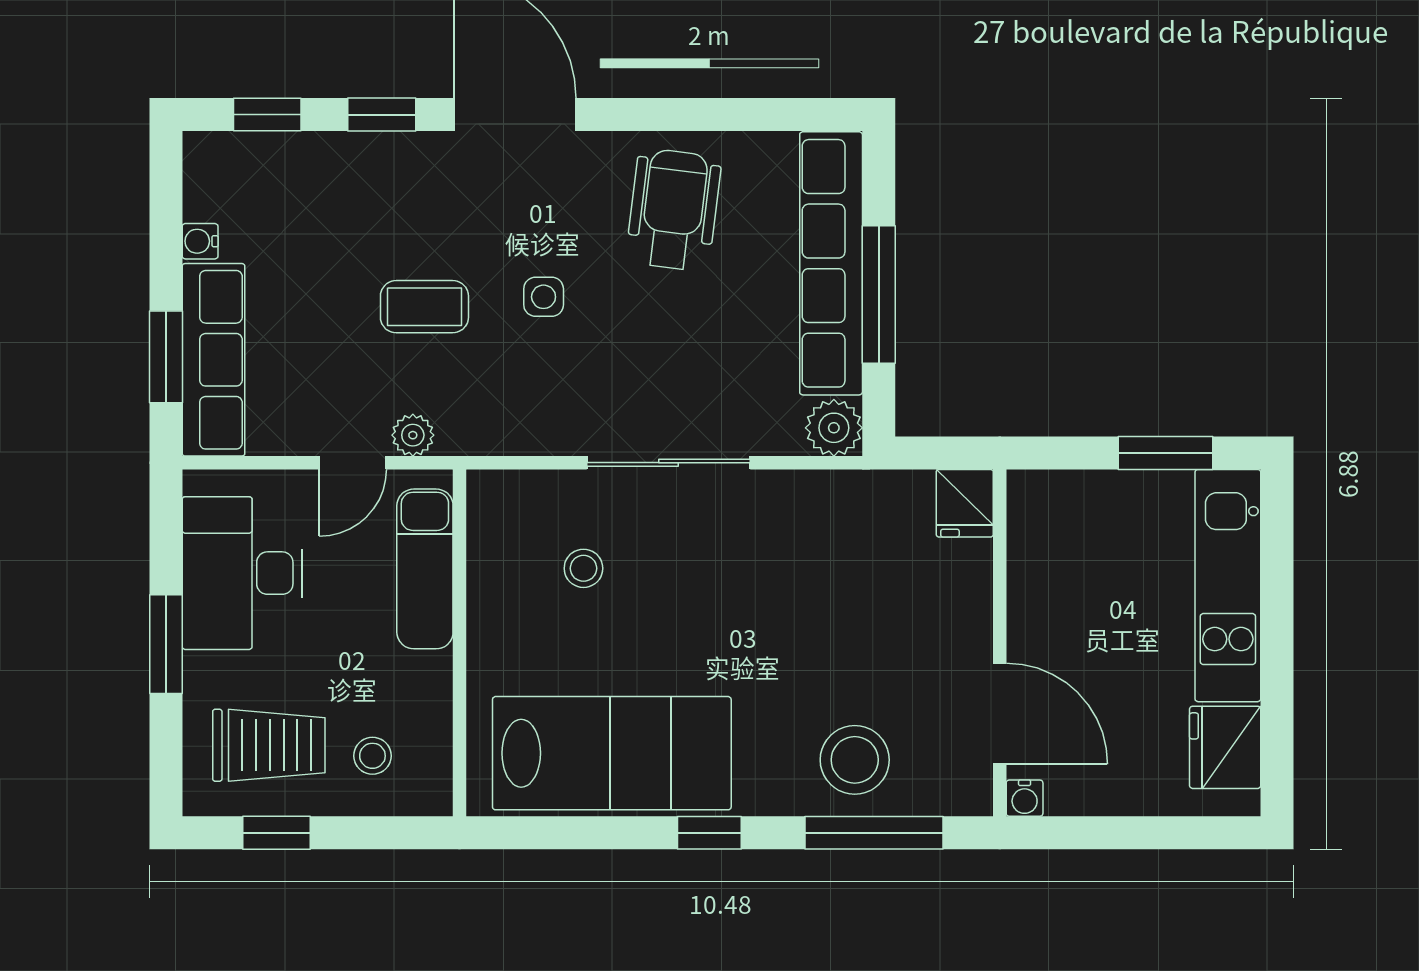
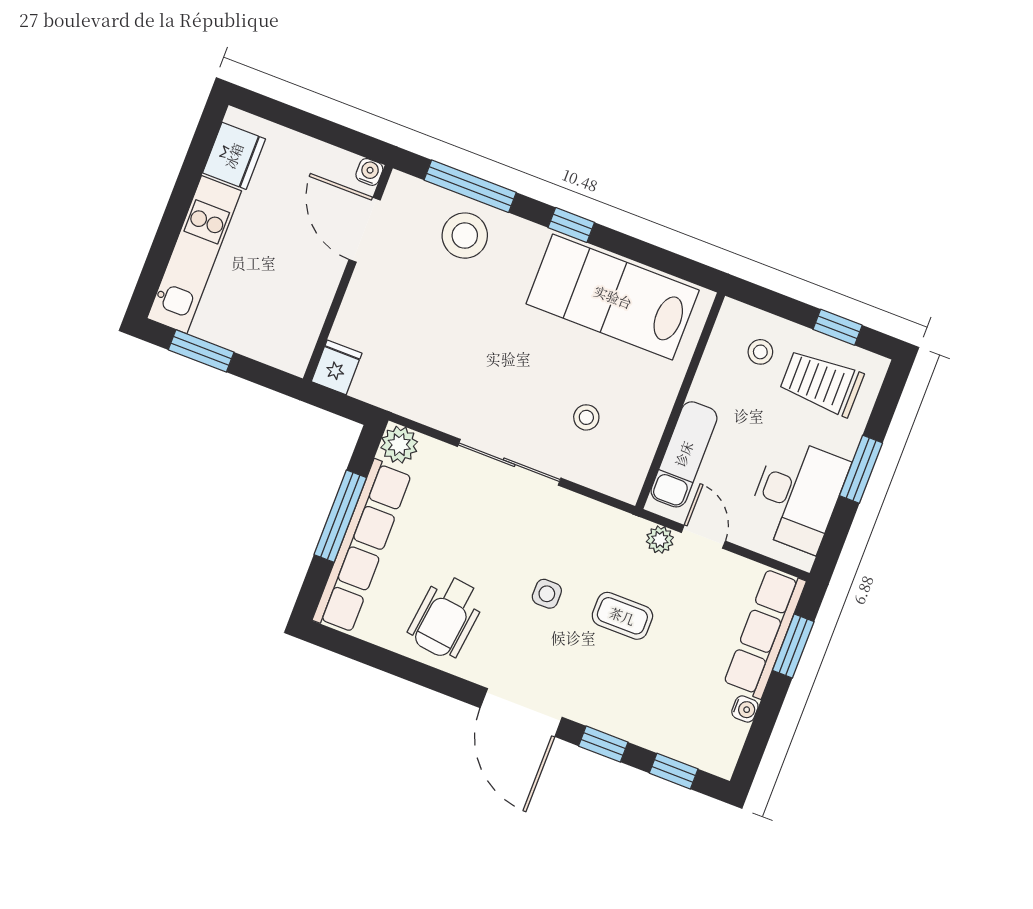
door: (353, 463) -> (703, 537), hinge flipped

